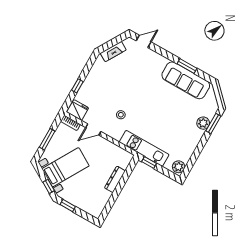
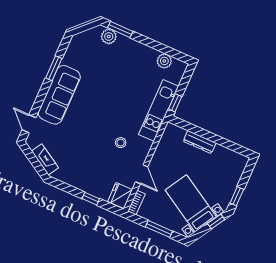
sofa: (186, 80) -> (59, 95), moved
plant: (203, 123) -> (109, 36), moved
plant: (179, 167) -> (164, 61), moved

